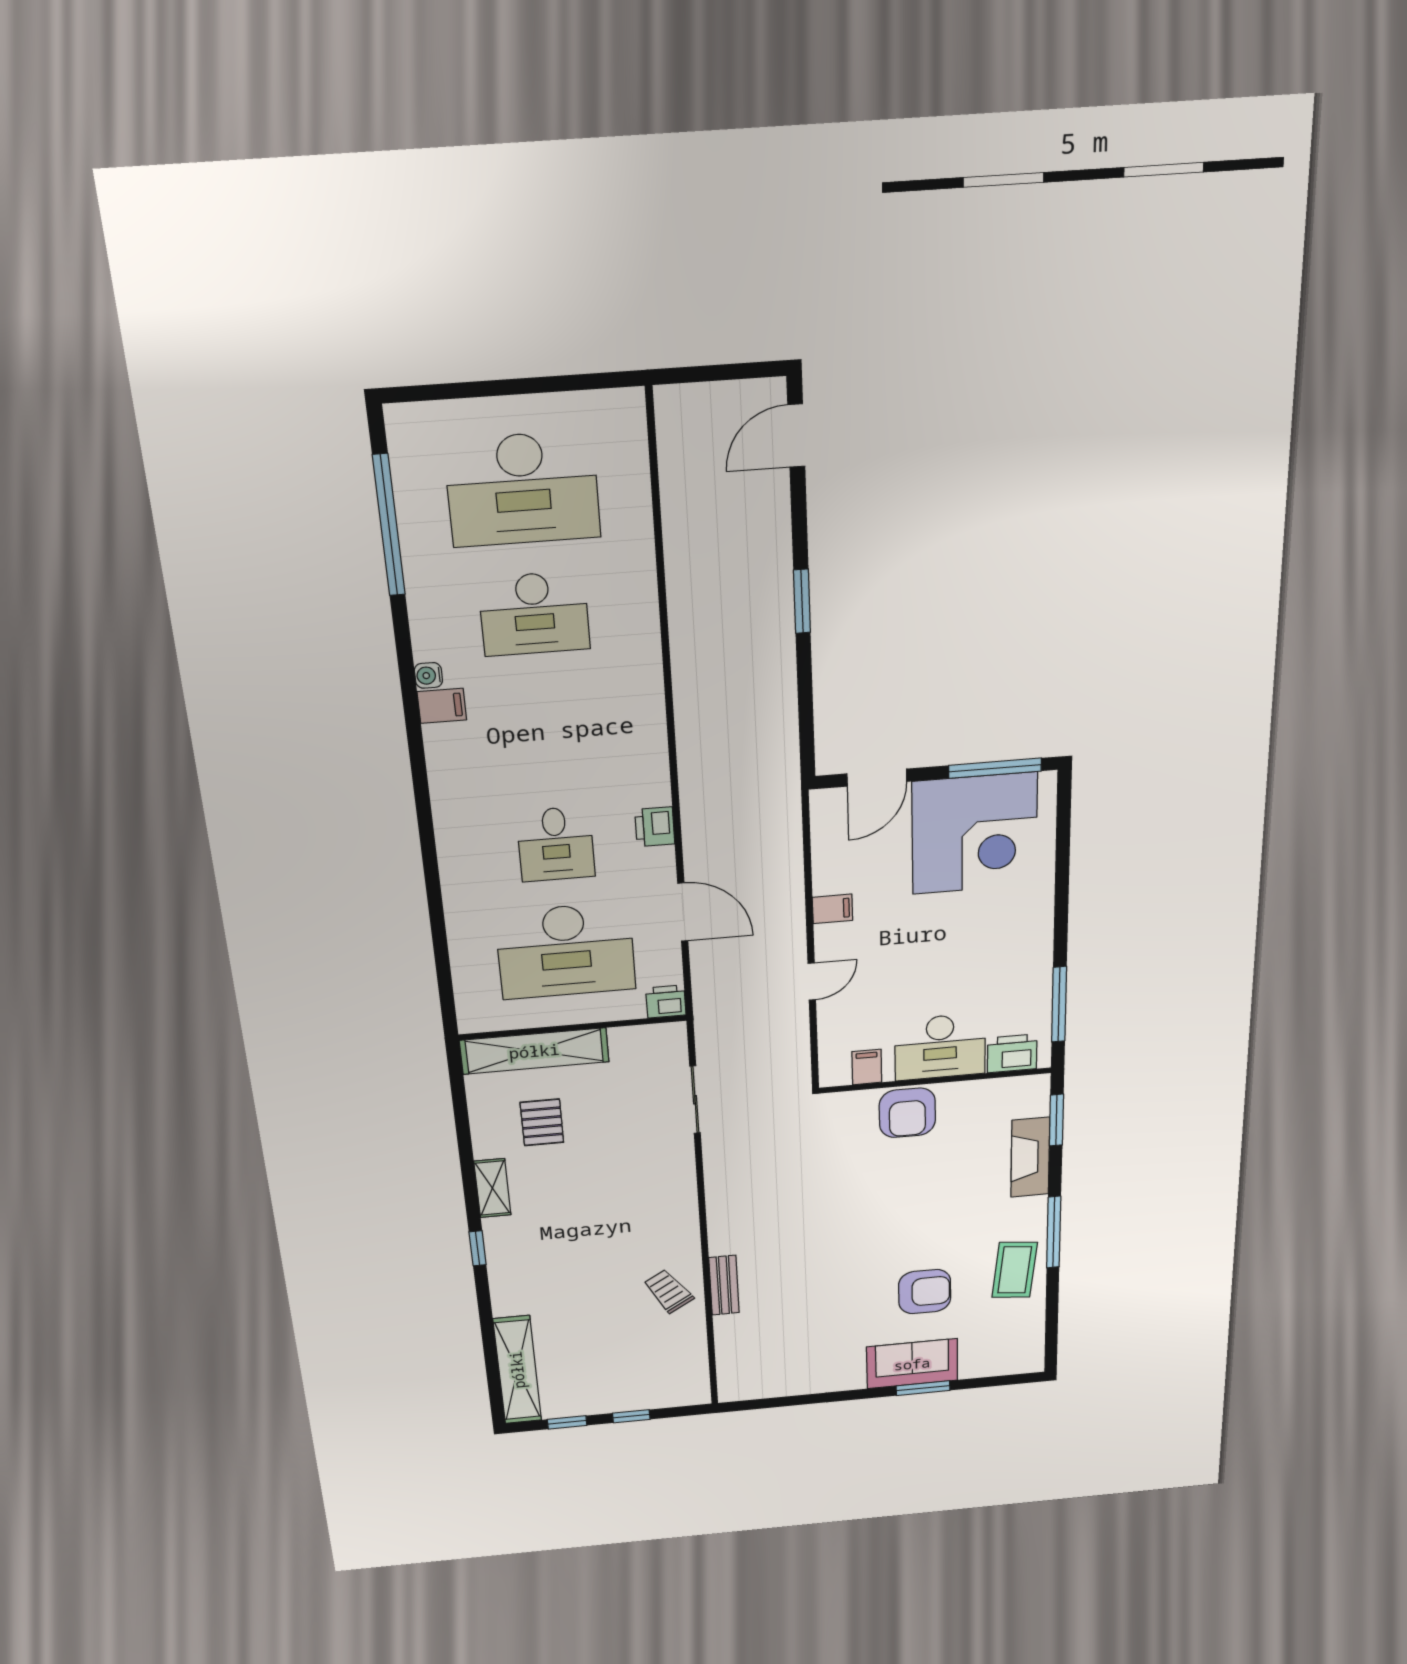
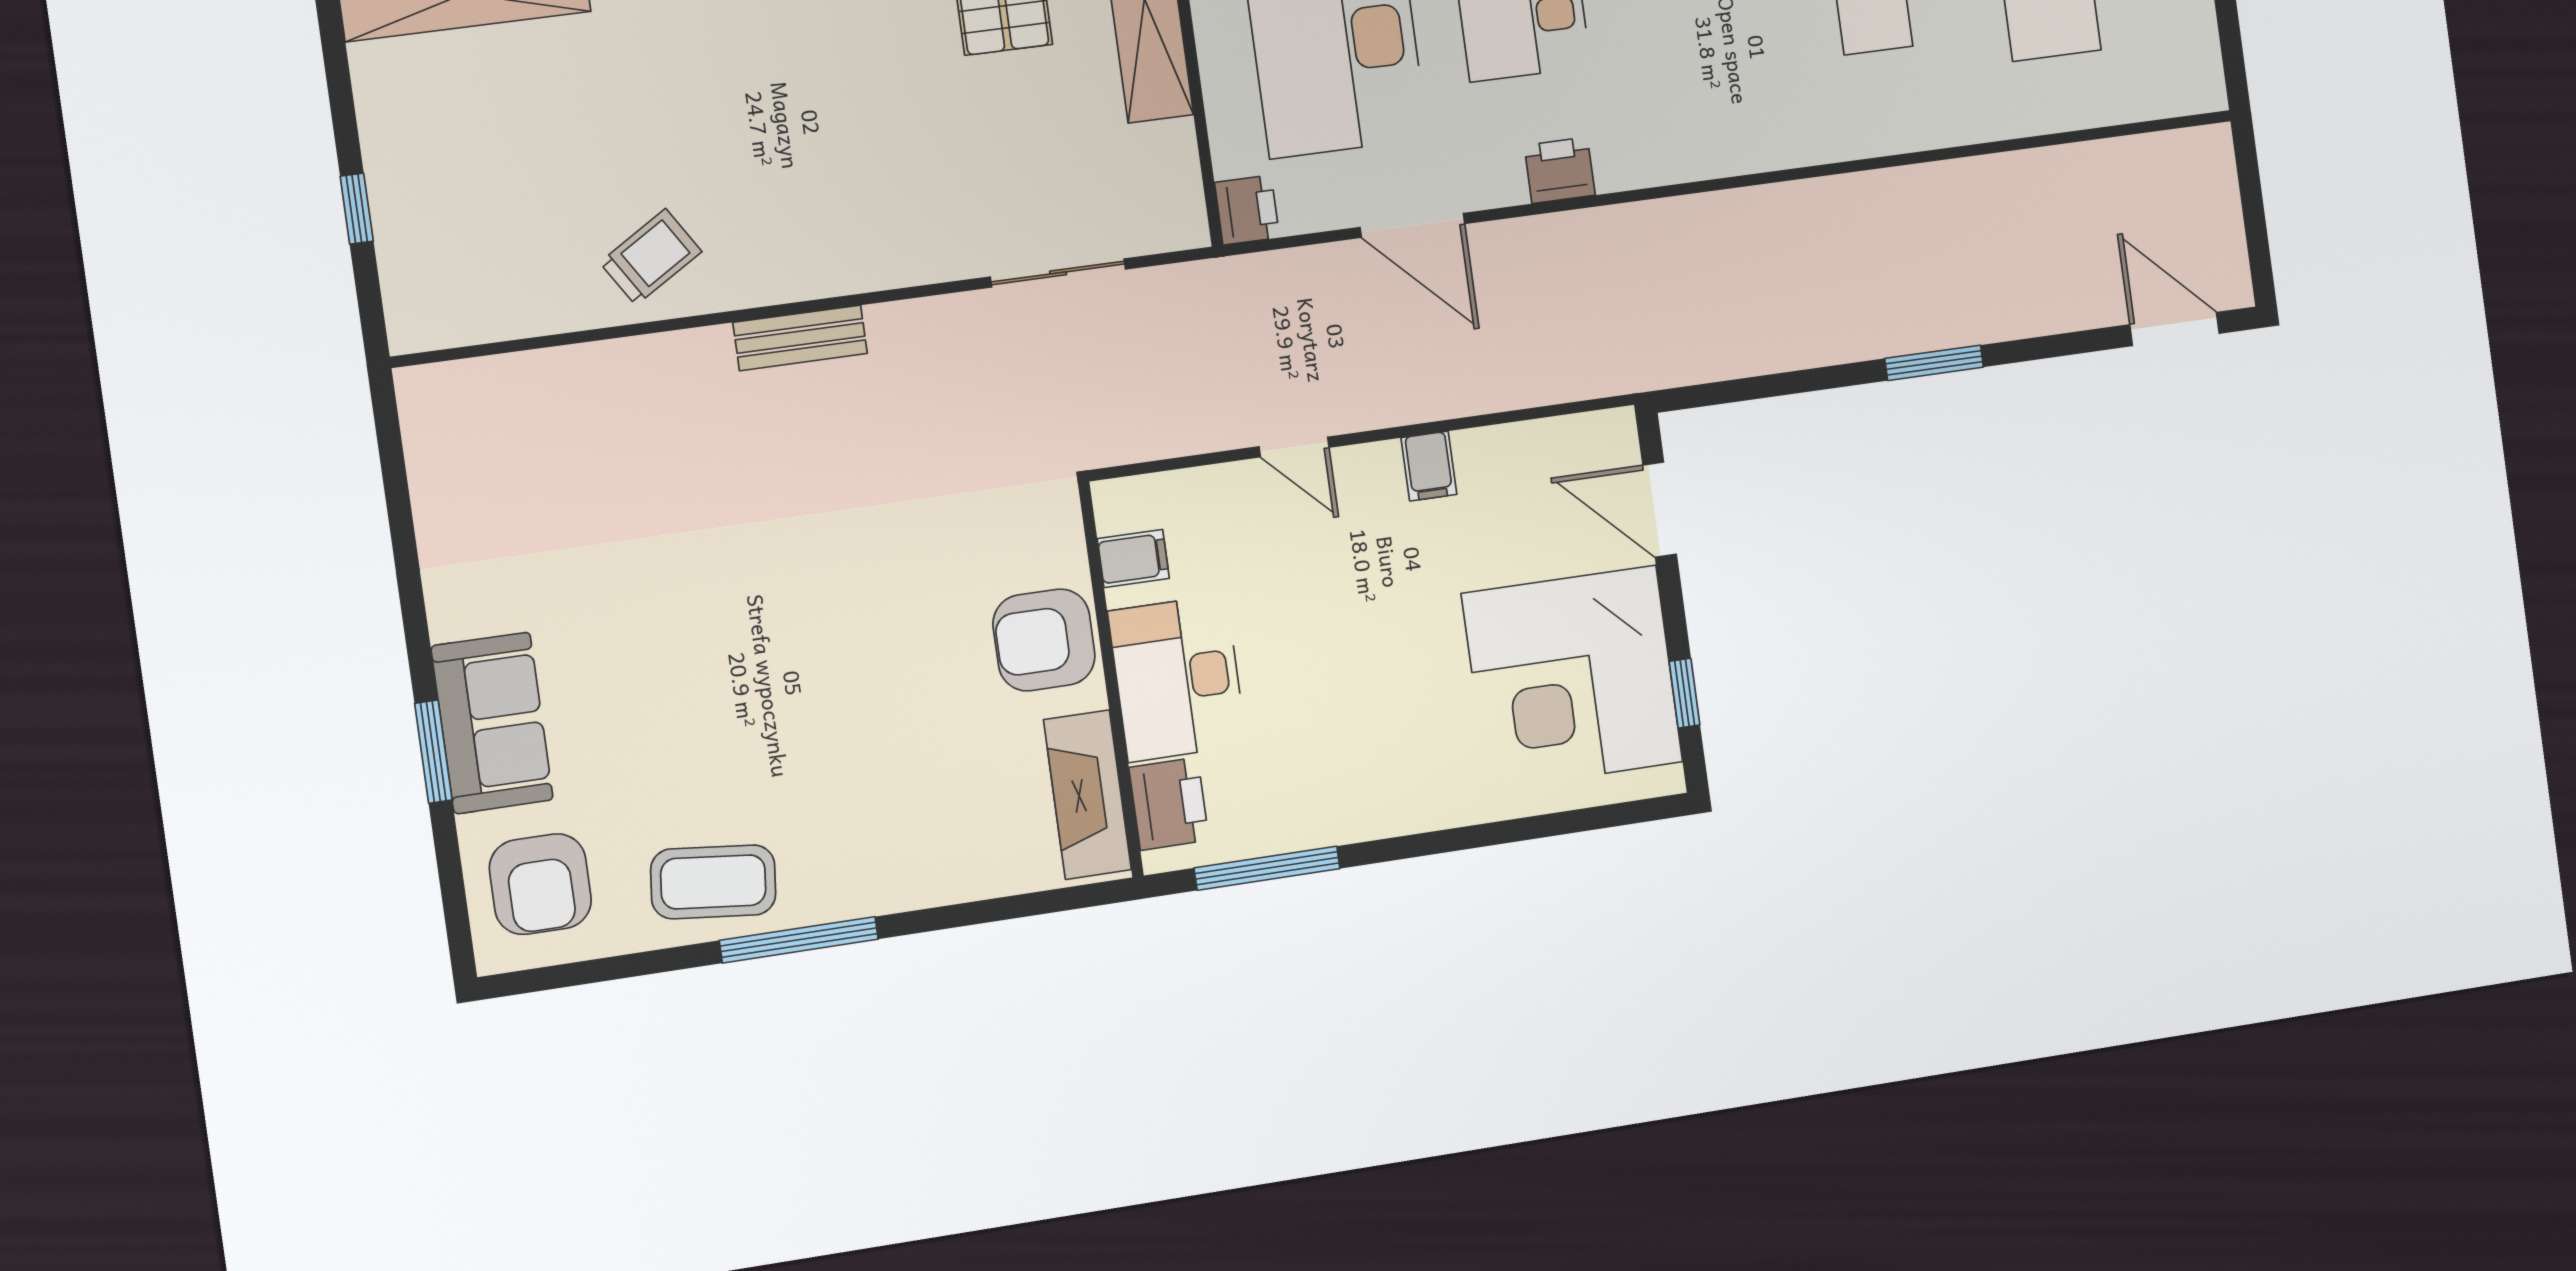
window: (995, 768) -> (1685, 693), width x0.46
door: (683, 912) -> (1412, 225), hinge flipped
window: (1056, 1120) -> (1037, 903), removed
fireplace: (1030, 1157) -> (1087, 795), moved, turned -90
bench: (724, 1285) -> (800, 338), moved
armchair: (925, 1292) -> (540, 884), moved
window: (567, 1422) -> (340, 90), removed

